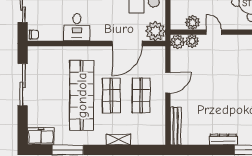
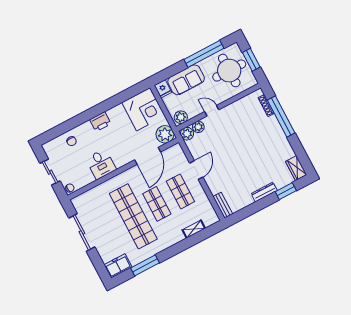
plant: (193, 23) -> (181, 117), moved
bench: (176, 126) -> (223, 205), width x0.73
shelving: (119, 139) -> (194, 229), moved

